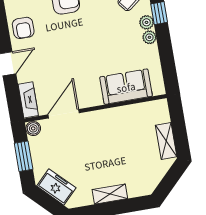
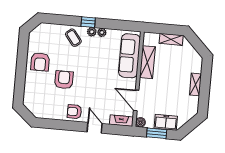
armchair: (23, 28) -> (74, 112), turned 180
sofa: (126, 87) -> (129, 56), width x1.36
shelving: (124, 115) -> (147, 62), added
freezer: (56, 187) -> (166, 122), moved, turned 45

